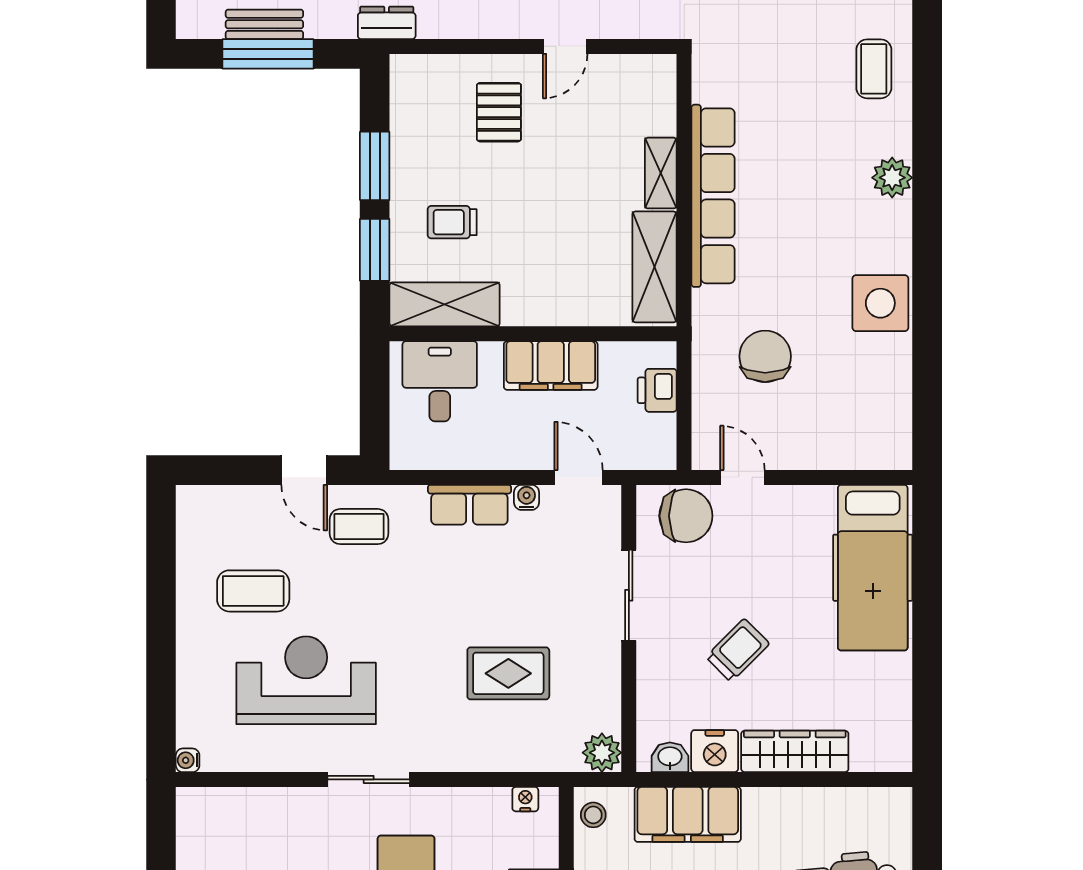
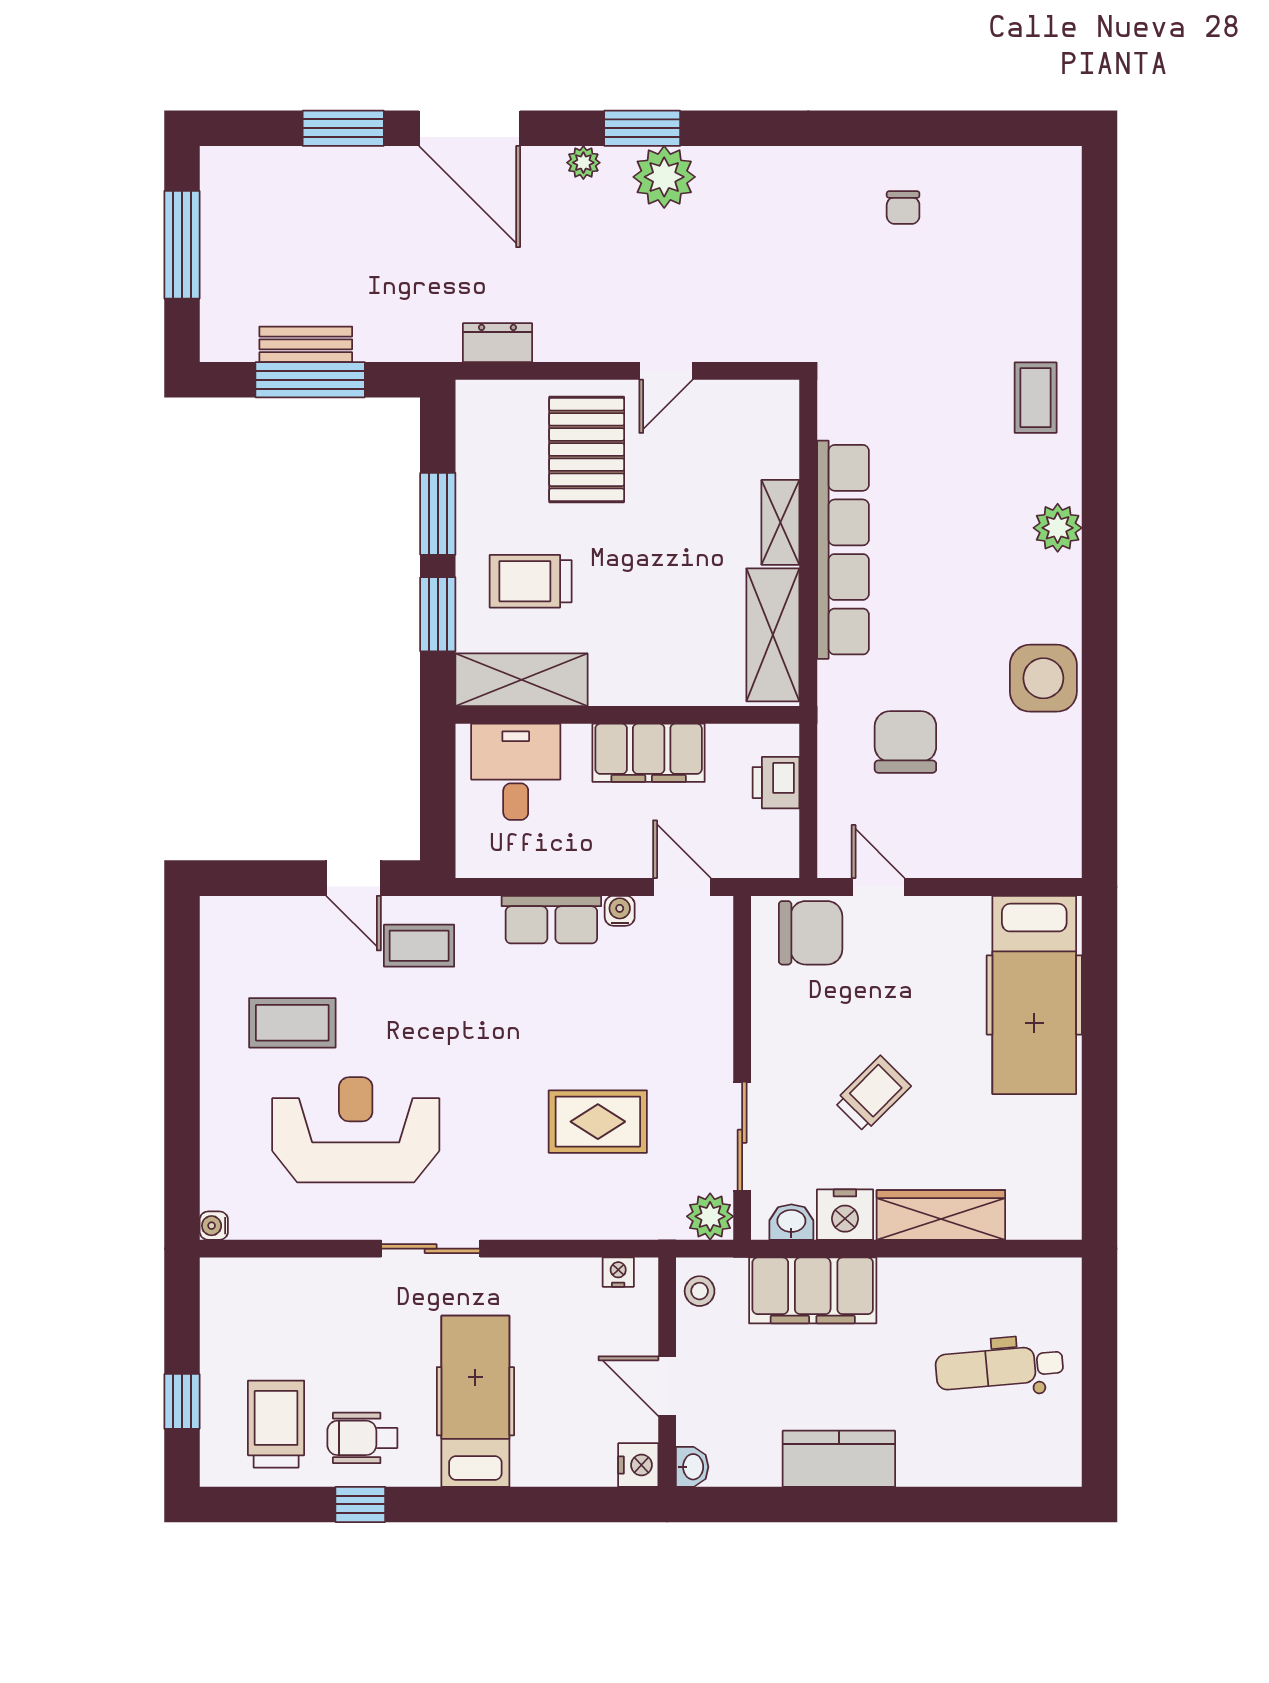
dresser: (387, 23) -> (497, 343), moved
pallet: (499, 112) -> (587, 450), width x1.50, depth x1.42
trolley: (452, 222) -> (531, 581), width x1.36, depth x1.39
sliding door: (629, 595) -> (742, 1136), moved

